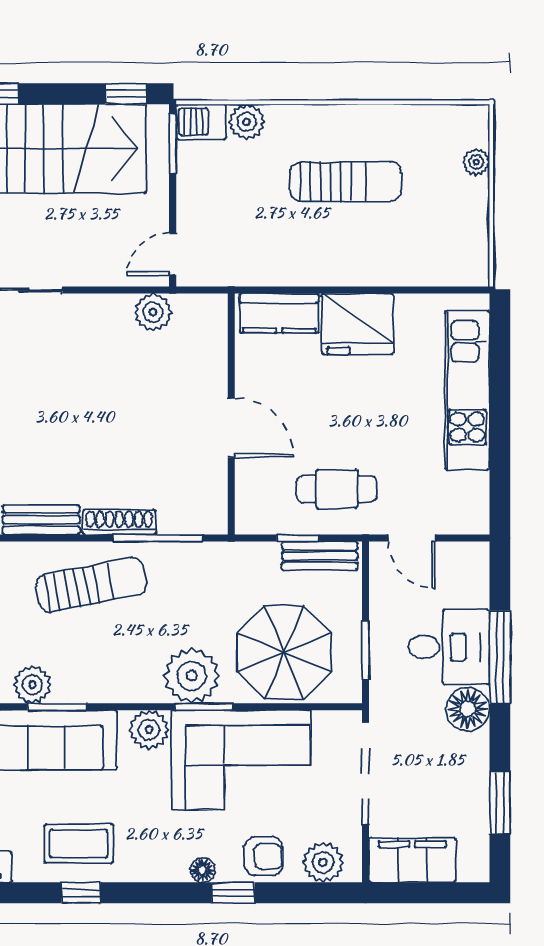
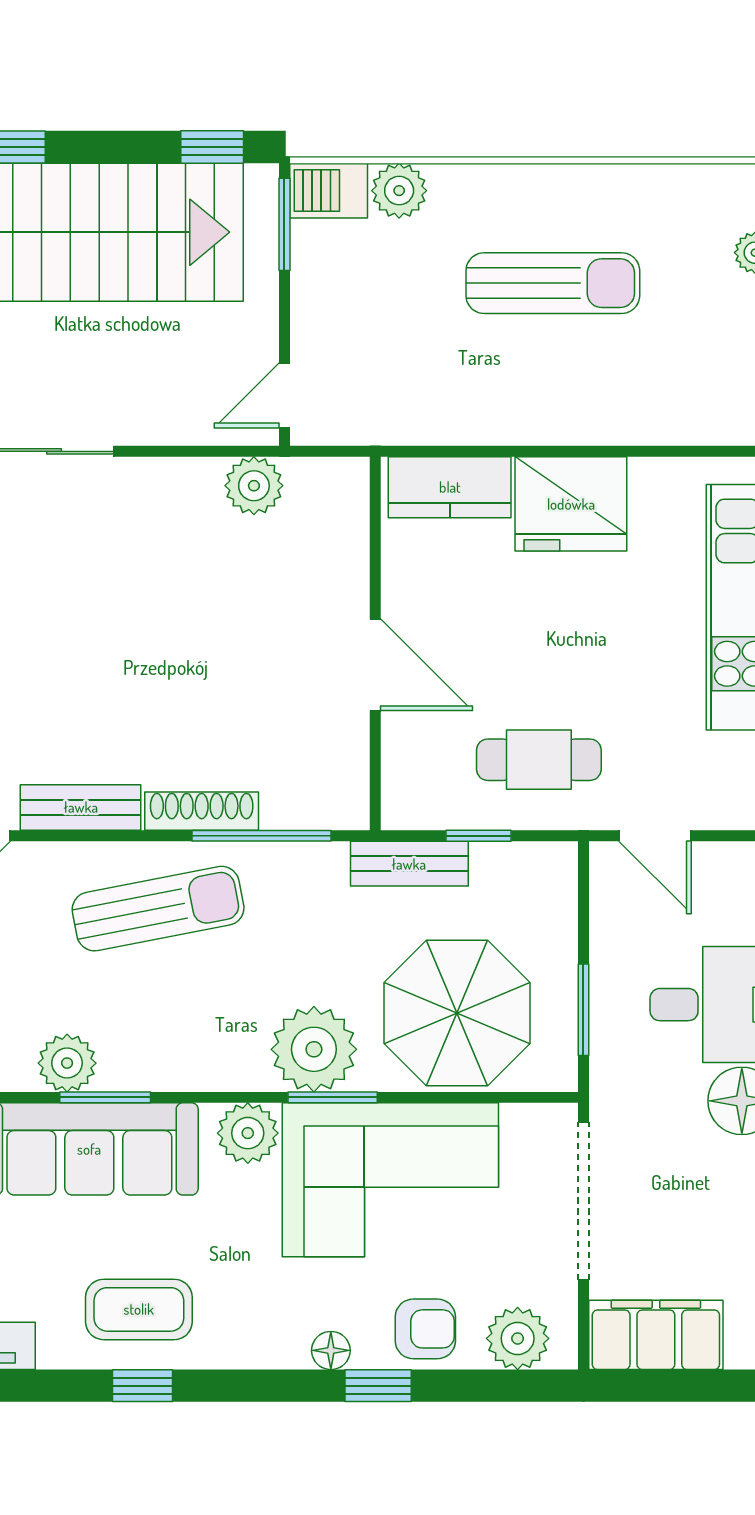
bench: (320, 556) -> (409, 864), moved

